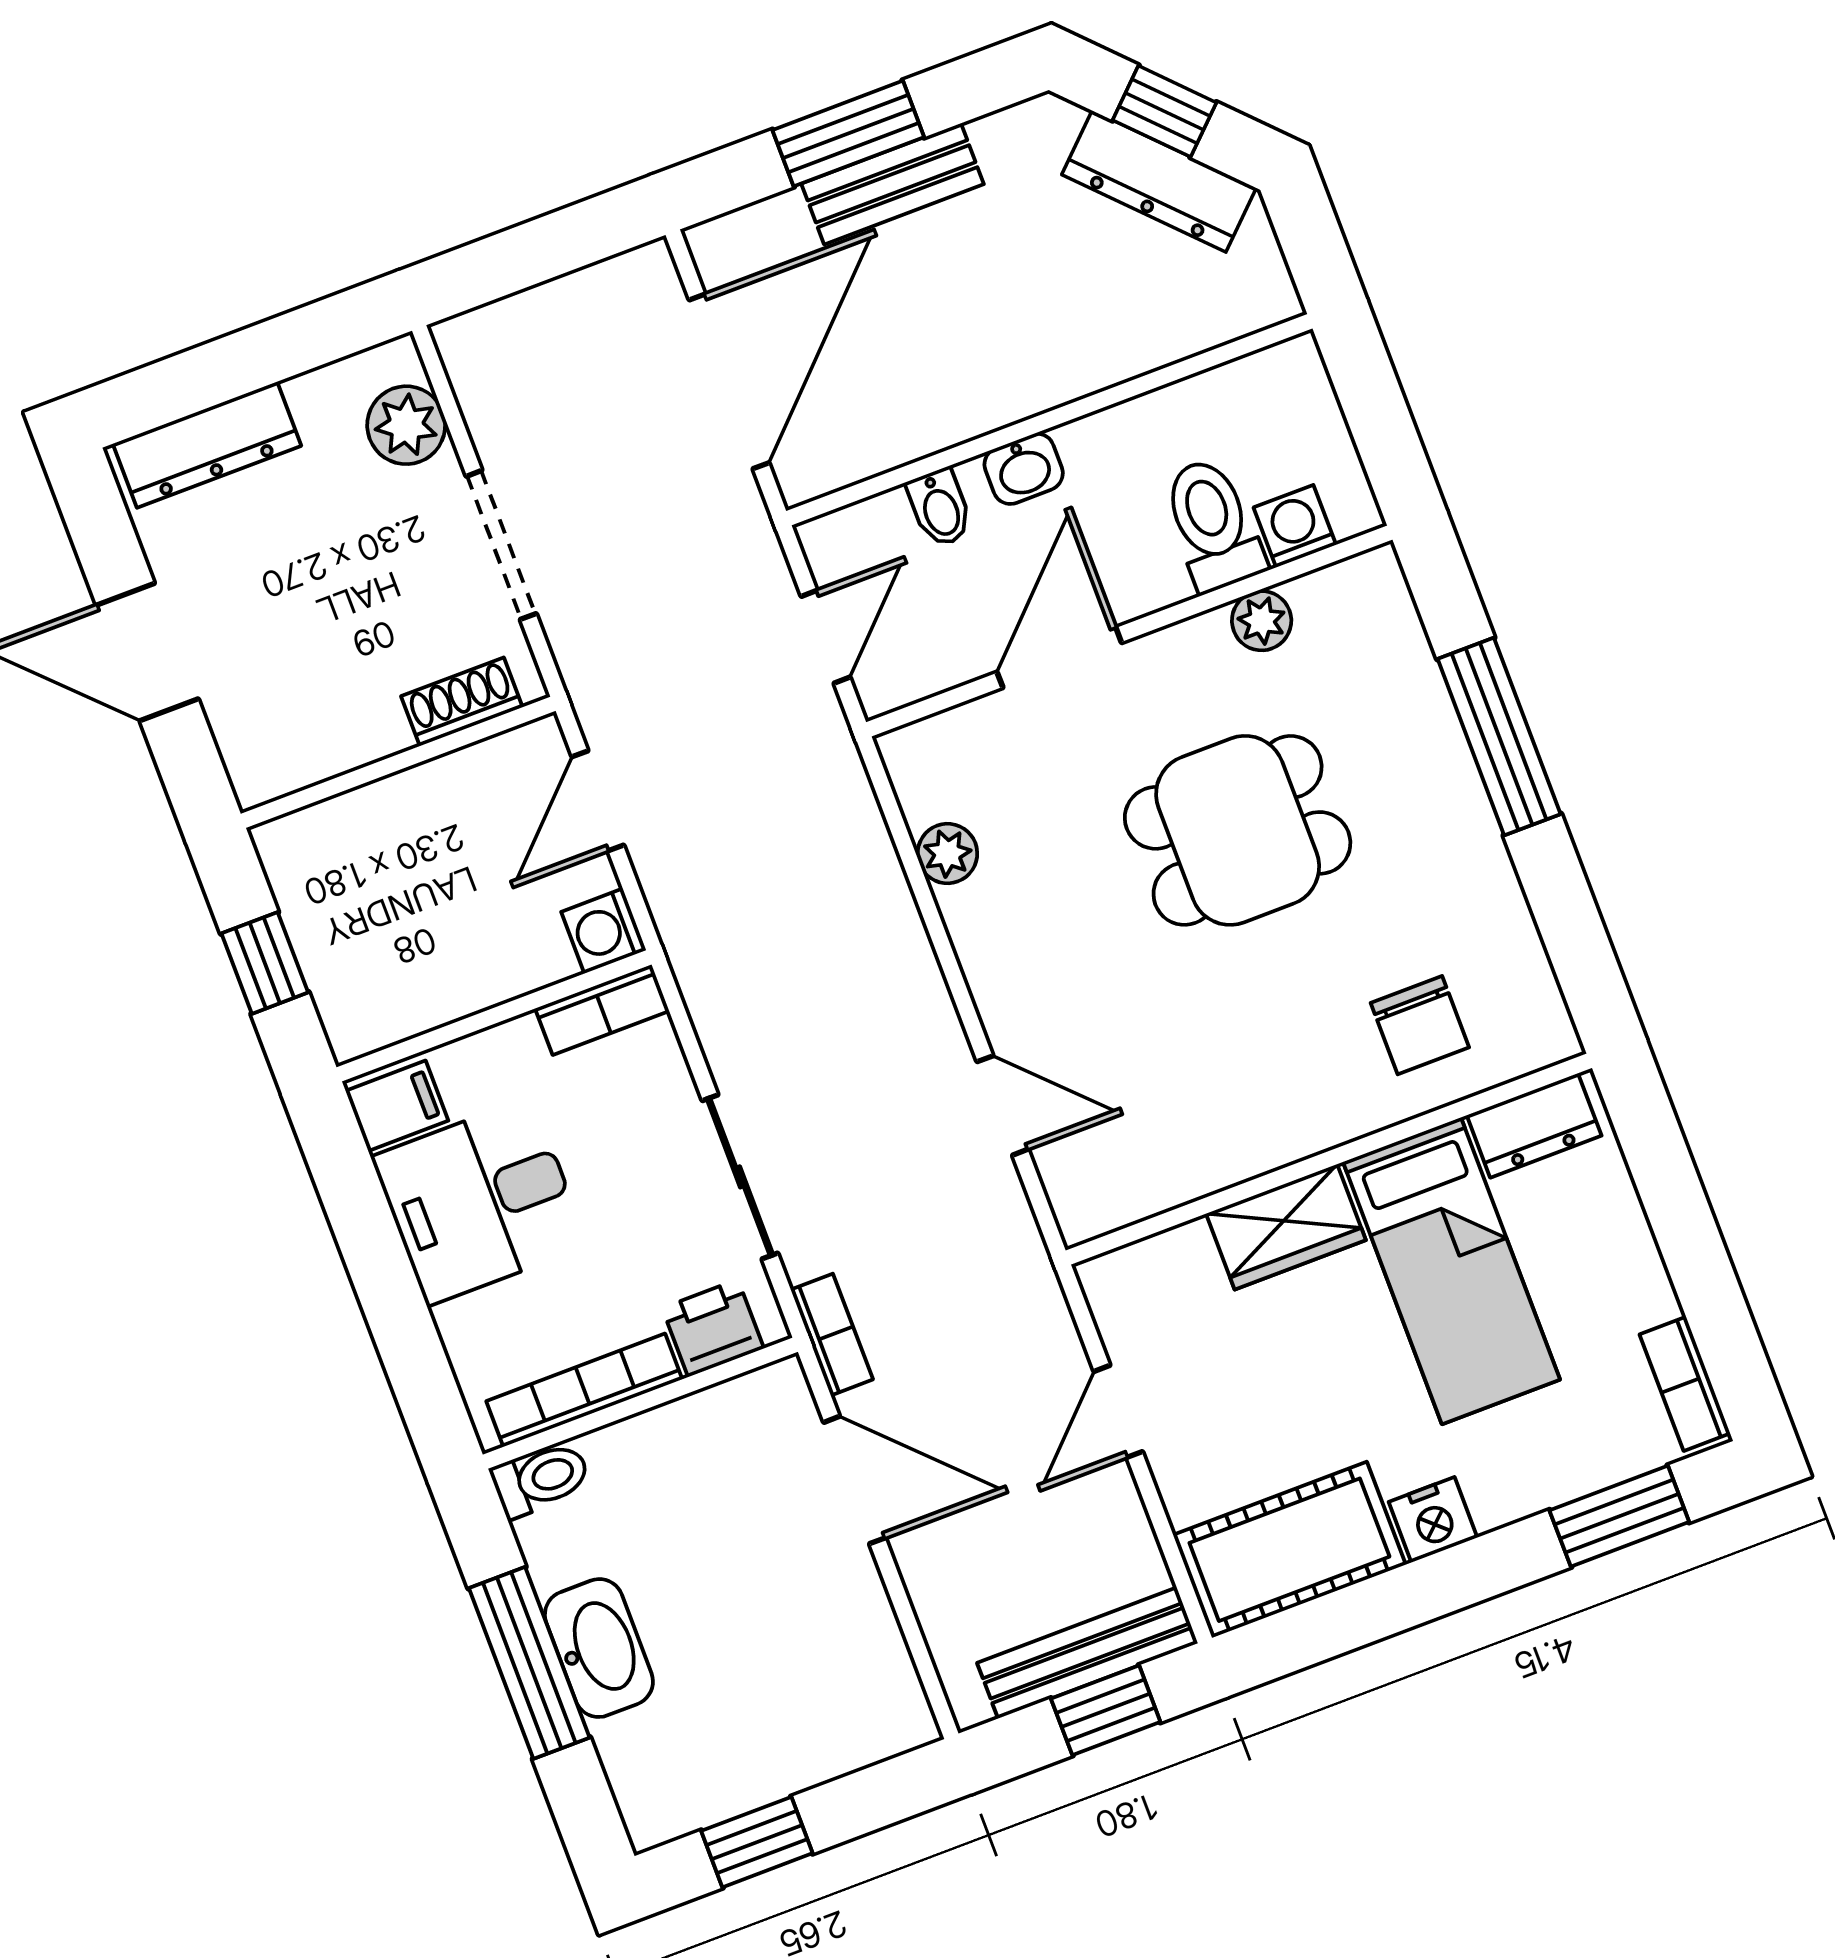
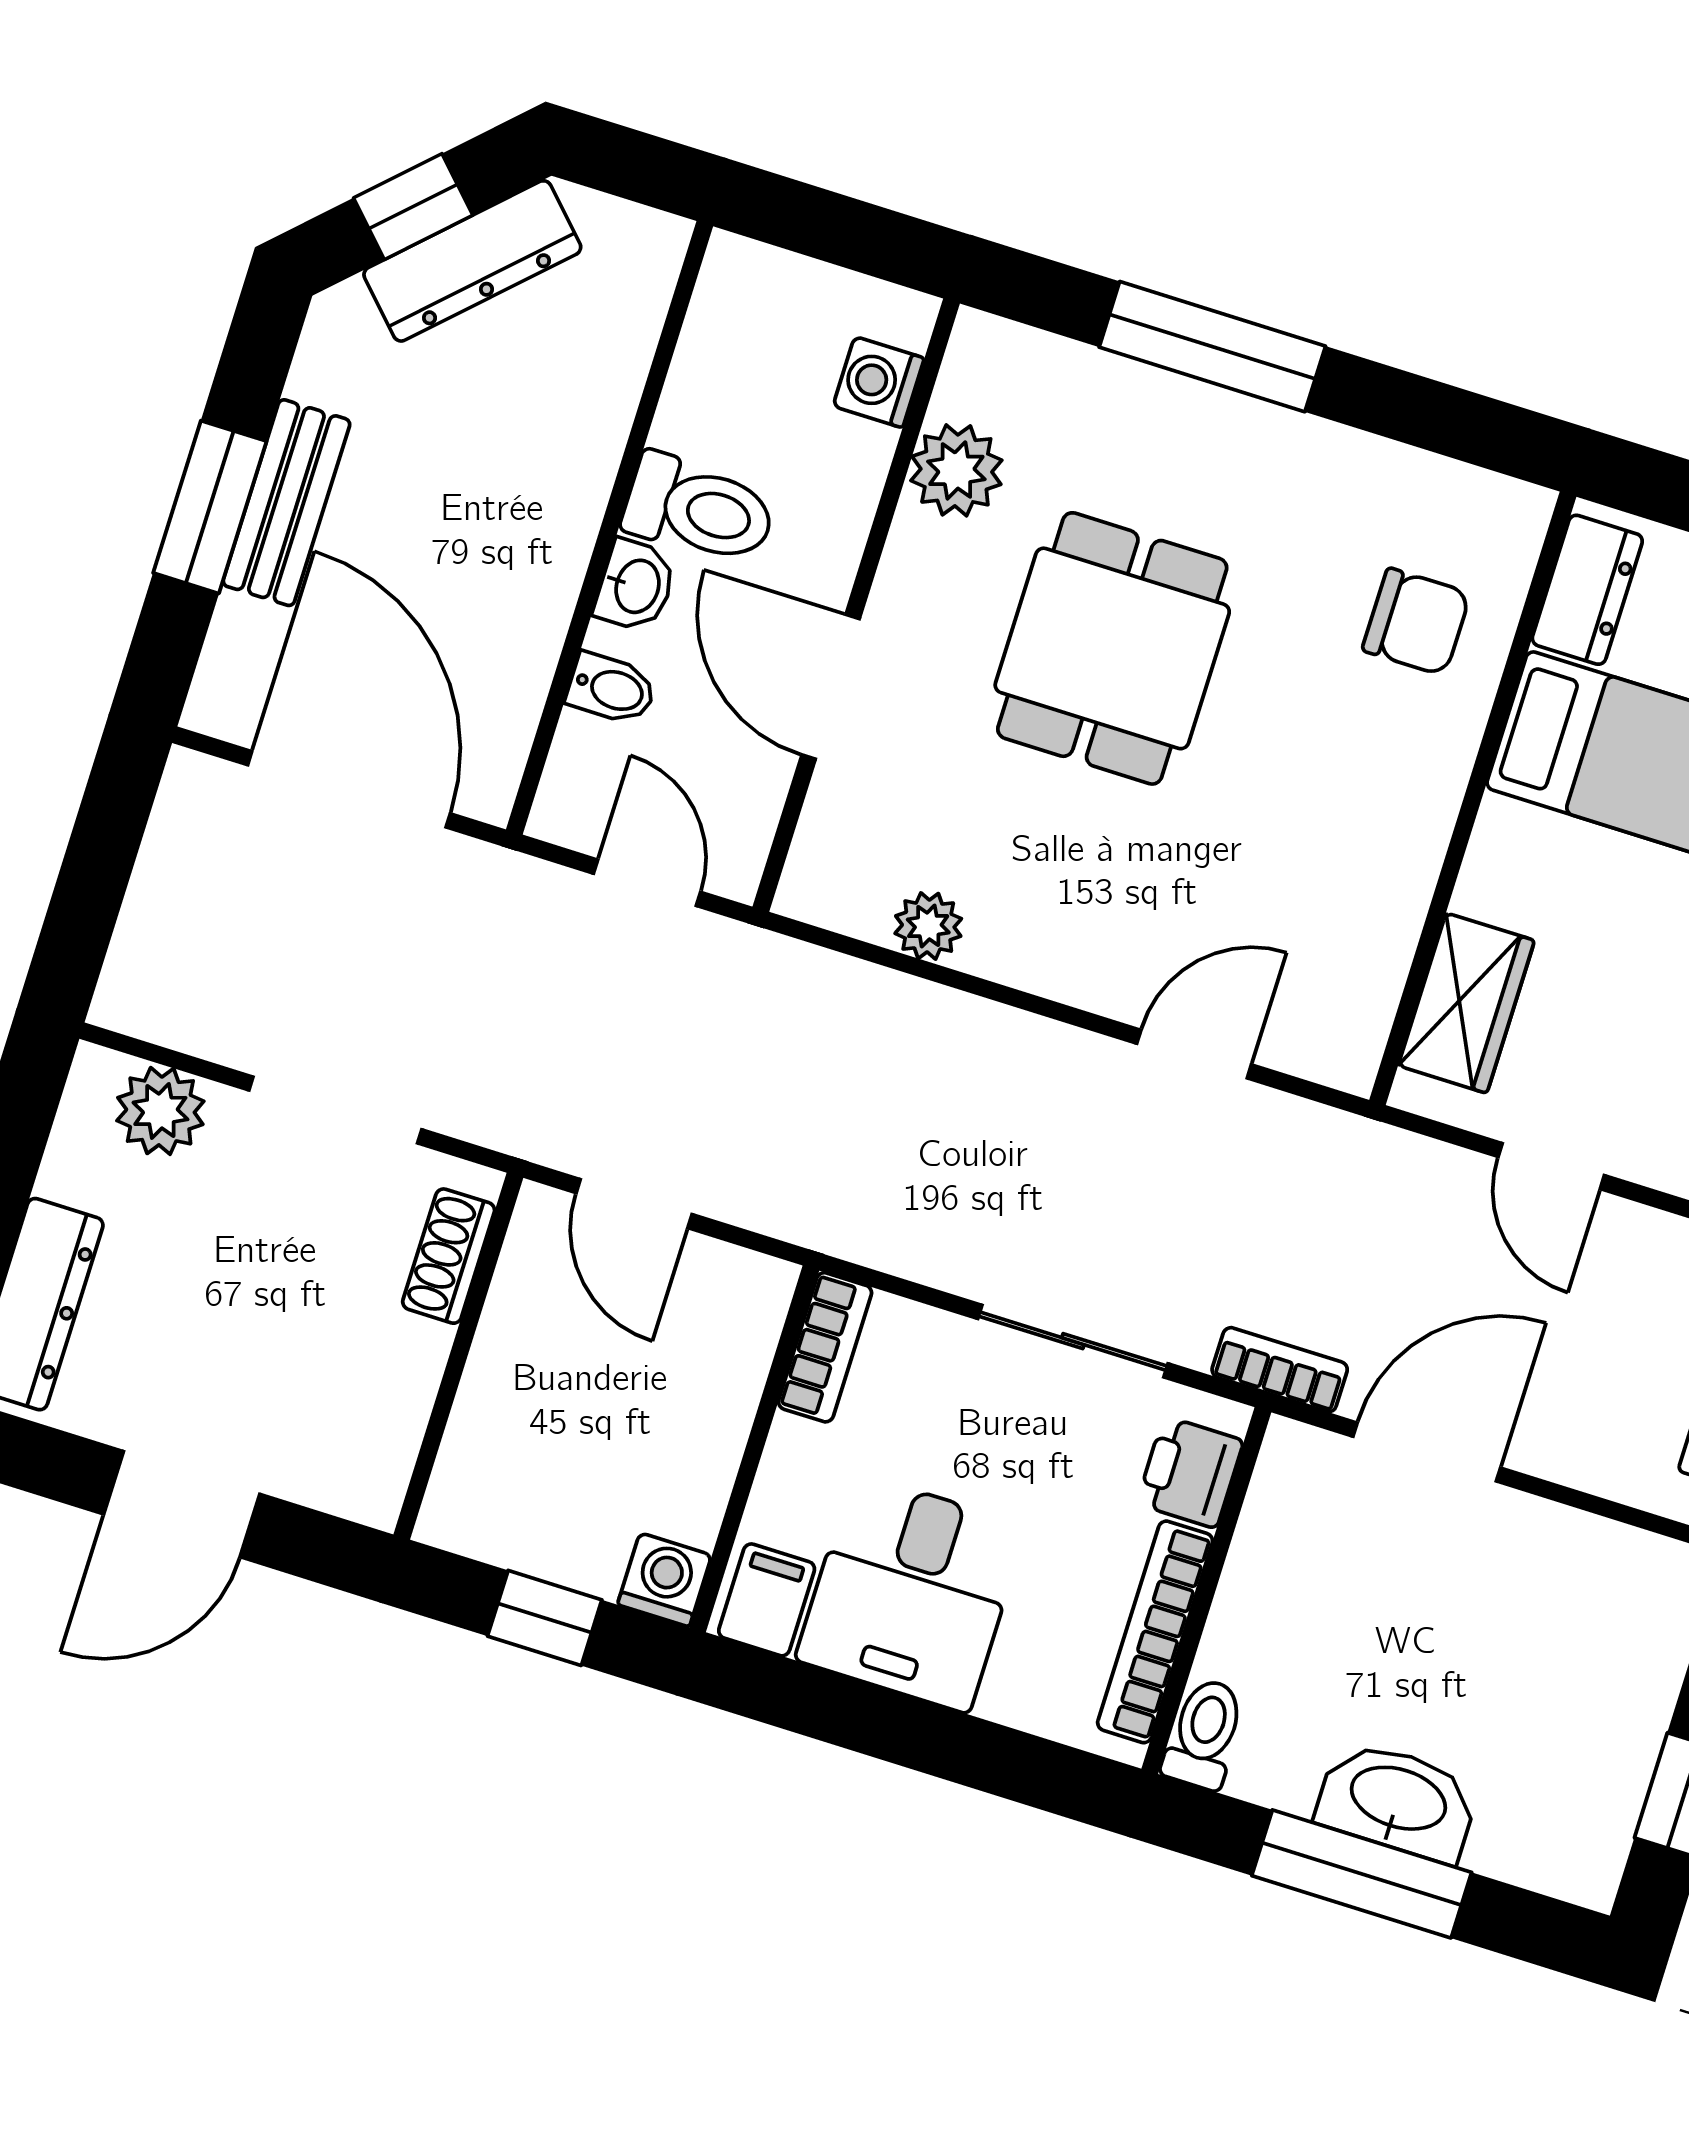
toilet: (1213, 524) -> (699, 510), moved, turned 180
plant: (1262, 621) -> (956, 470), width x1.38, depth x1.38
washing machine: (604, 931) -> (665, 1580), moved, turned 180
wardrobe: (1286, 1227) -> (1466, 1003), moved

